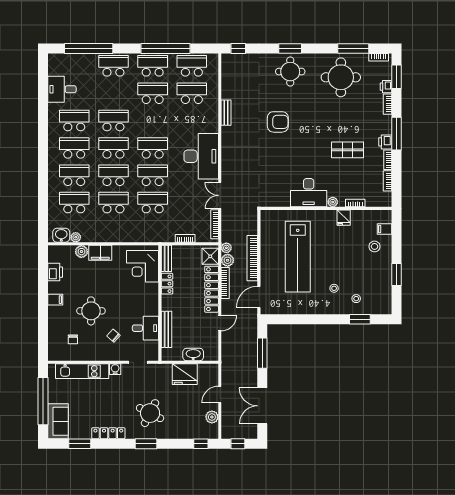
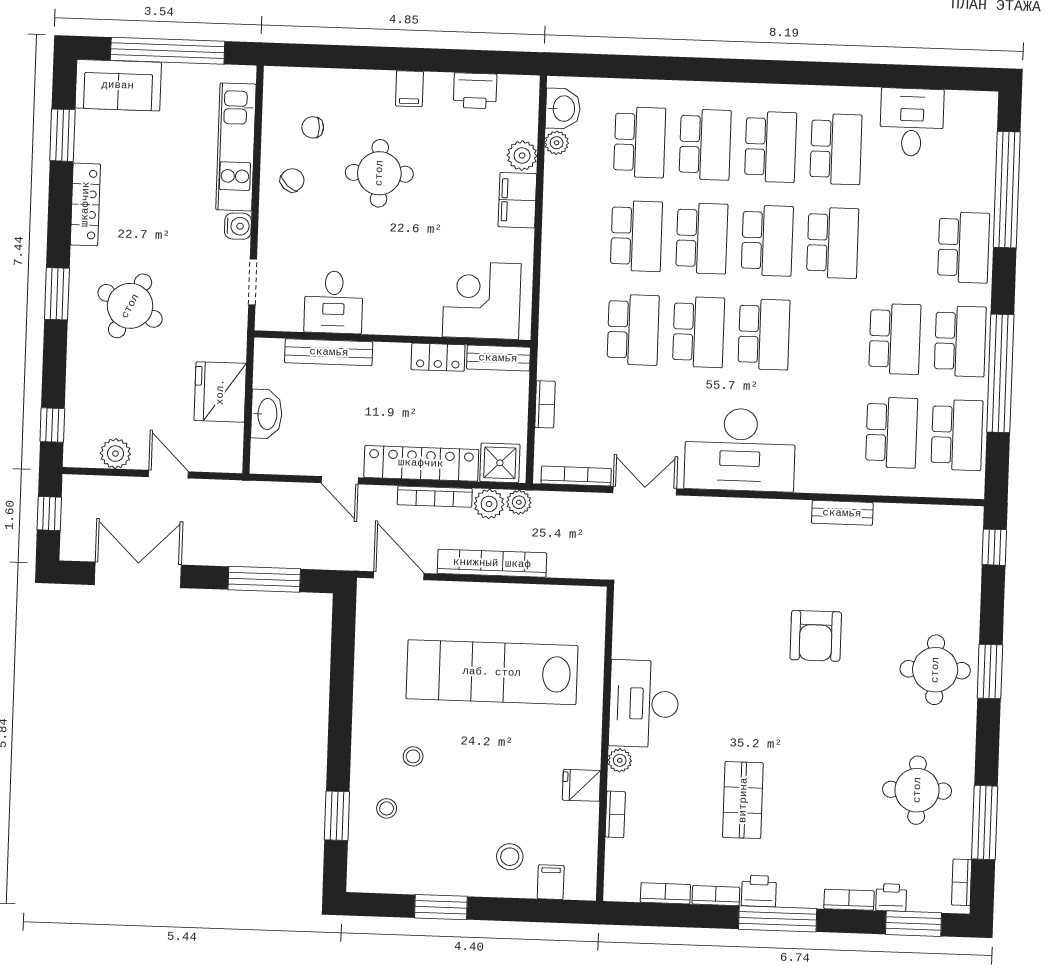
round table: (341, 77) -> (917, 790), width x0.73, depth x0.73
chair: (114, 336) -> (292, 180), moved

